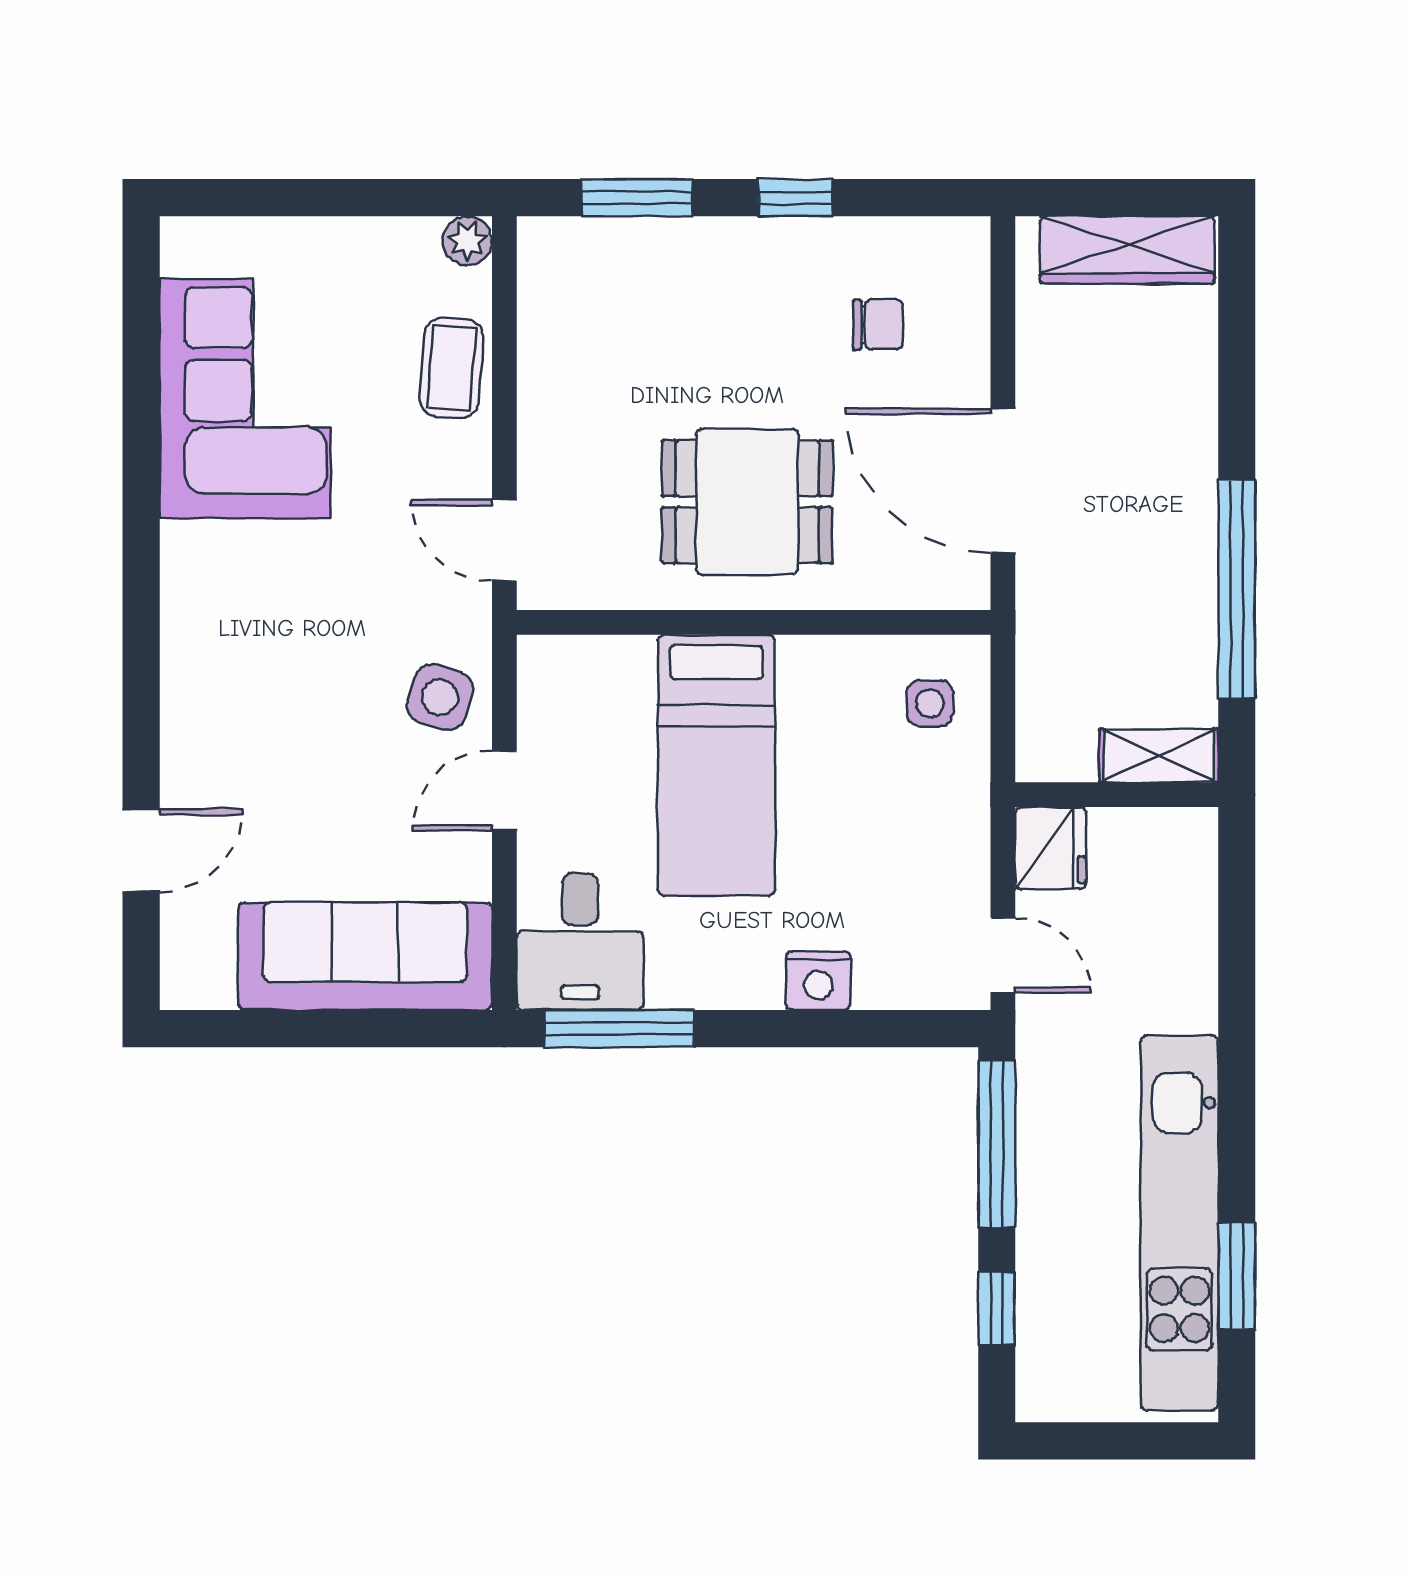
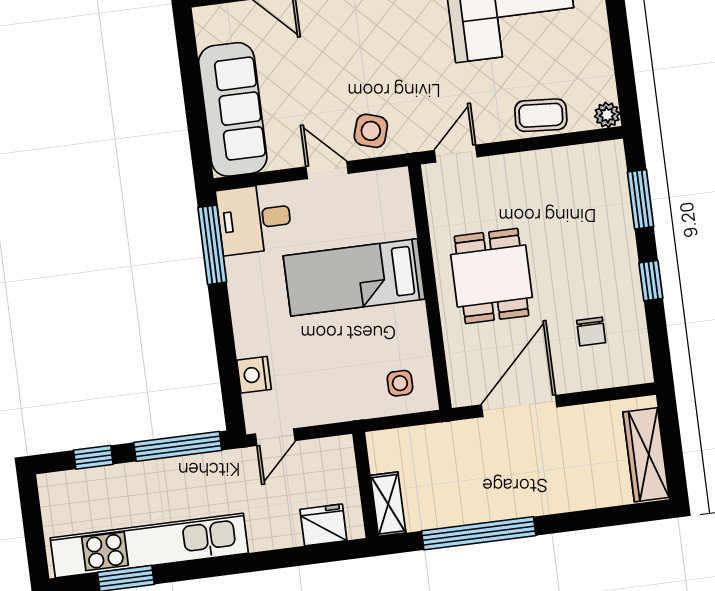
fridge: (1051, 848) -> (323, 525), moved, turned 180
nightstand: (818, 981) -> (254, 375), moved

